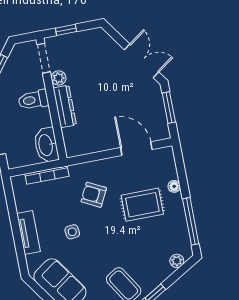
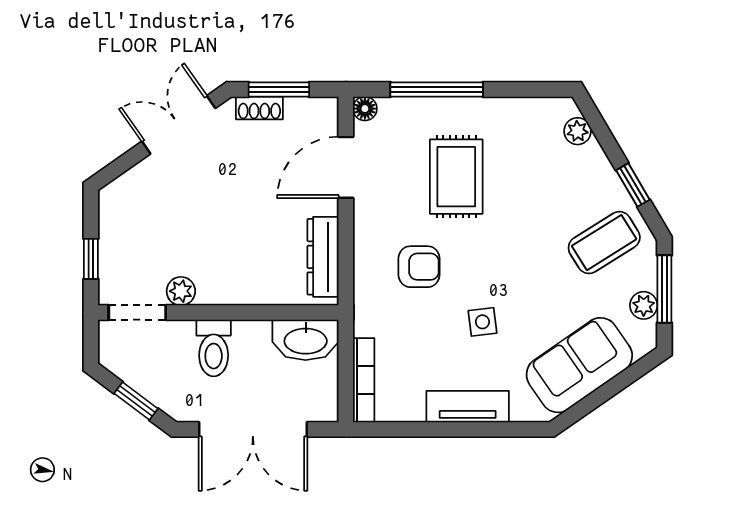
shoe rack: (158, 100) -> (259, 108), added
dresser: (65, 106) -> (323, 257), moved, turned -90
bookcase: (47, 175) -> (364, 380), moved
floor lamp: (174, 186) -> (365, 109), moved
armchair: (94, 195) -> (419, 267), turned -117
window: (191, 221) -> (437, 90), moved

